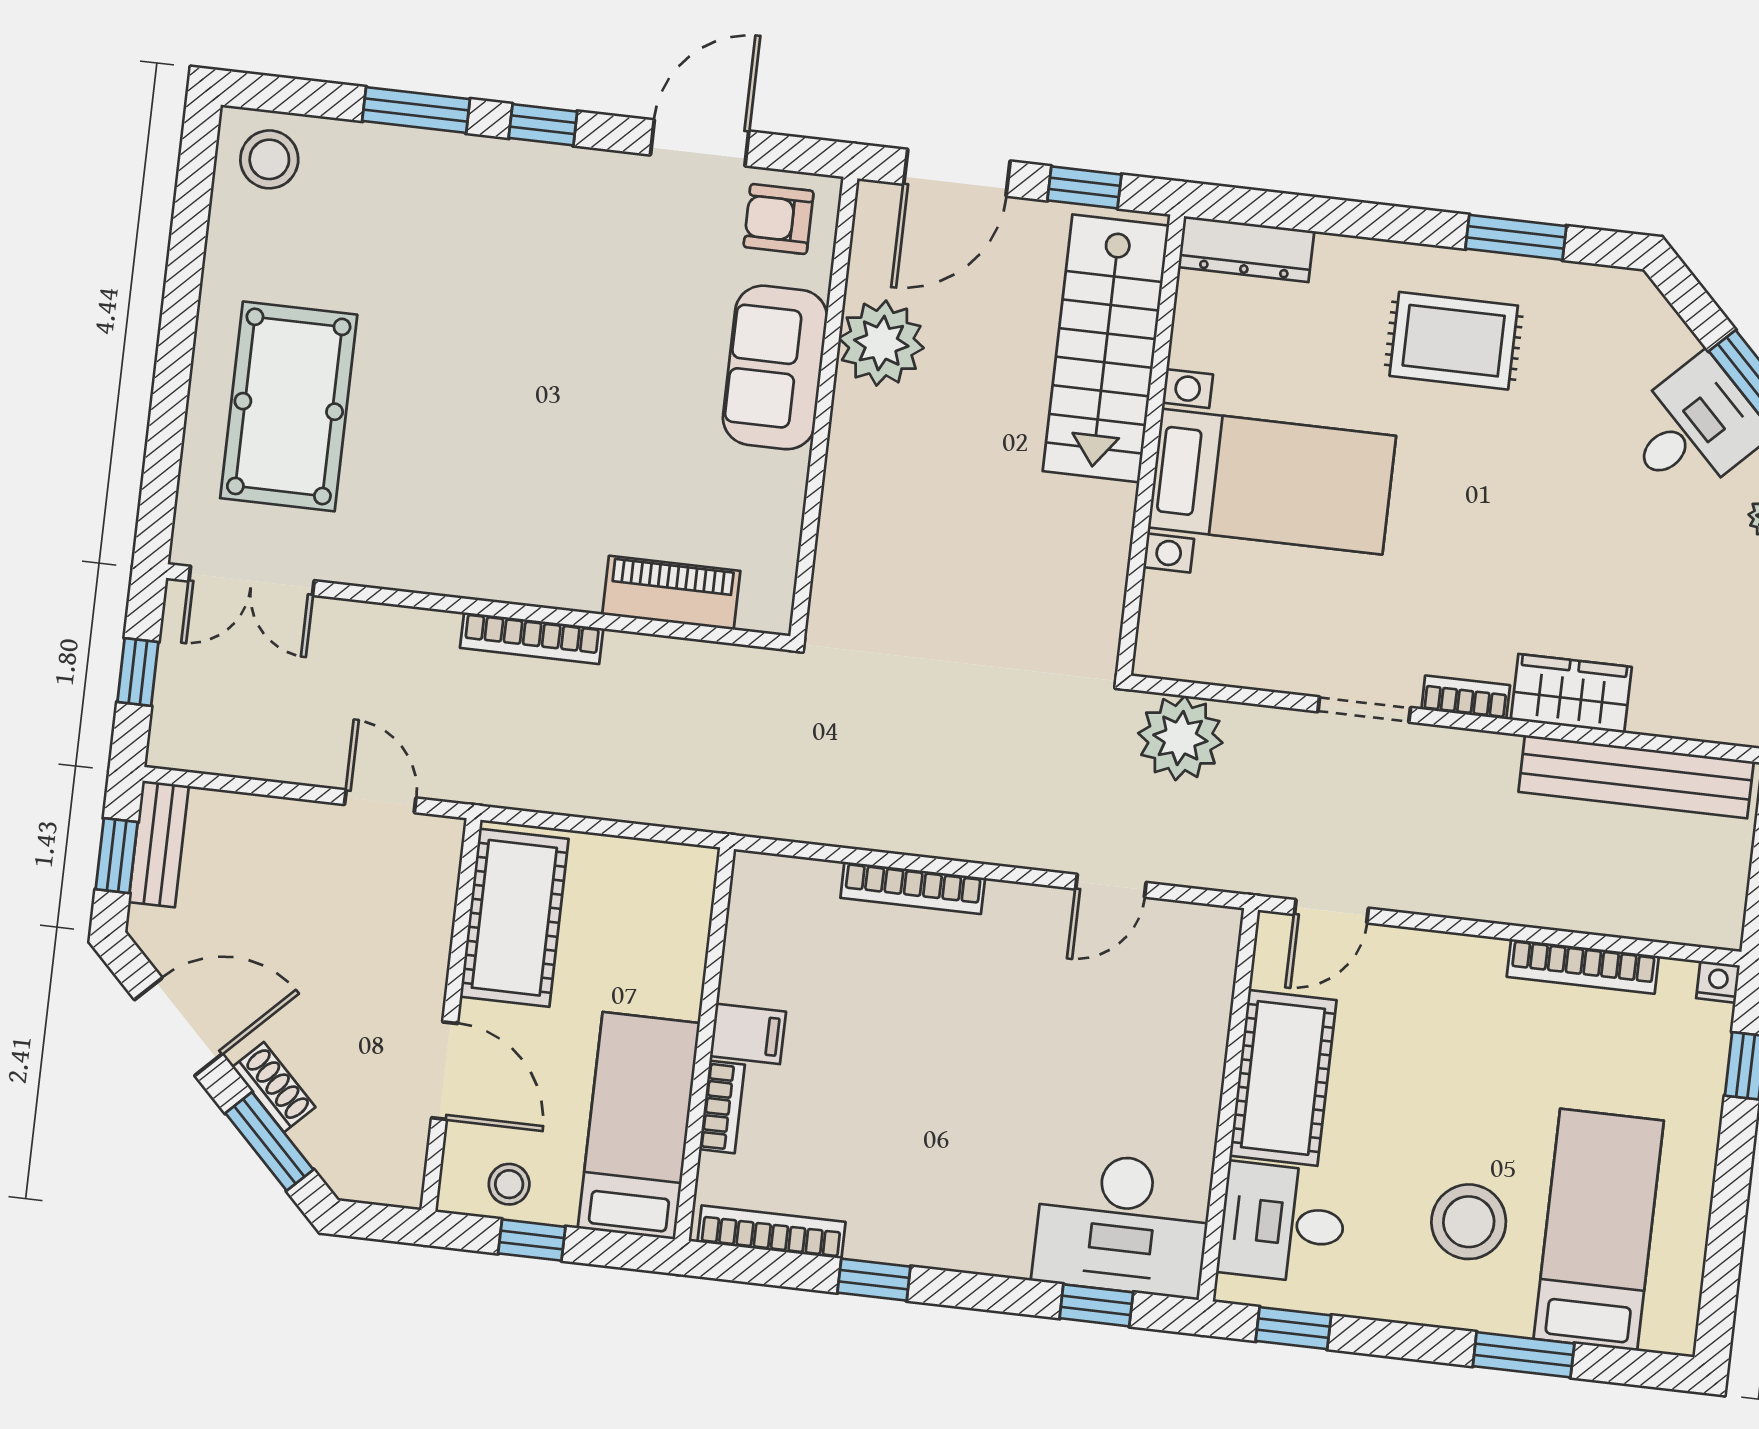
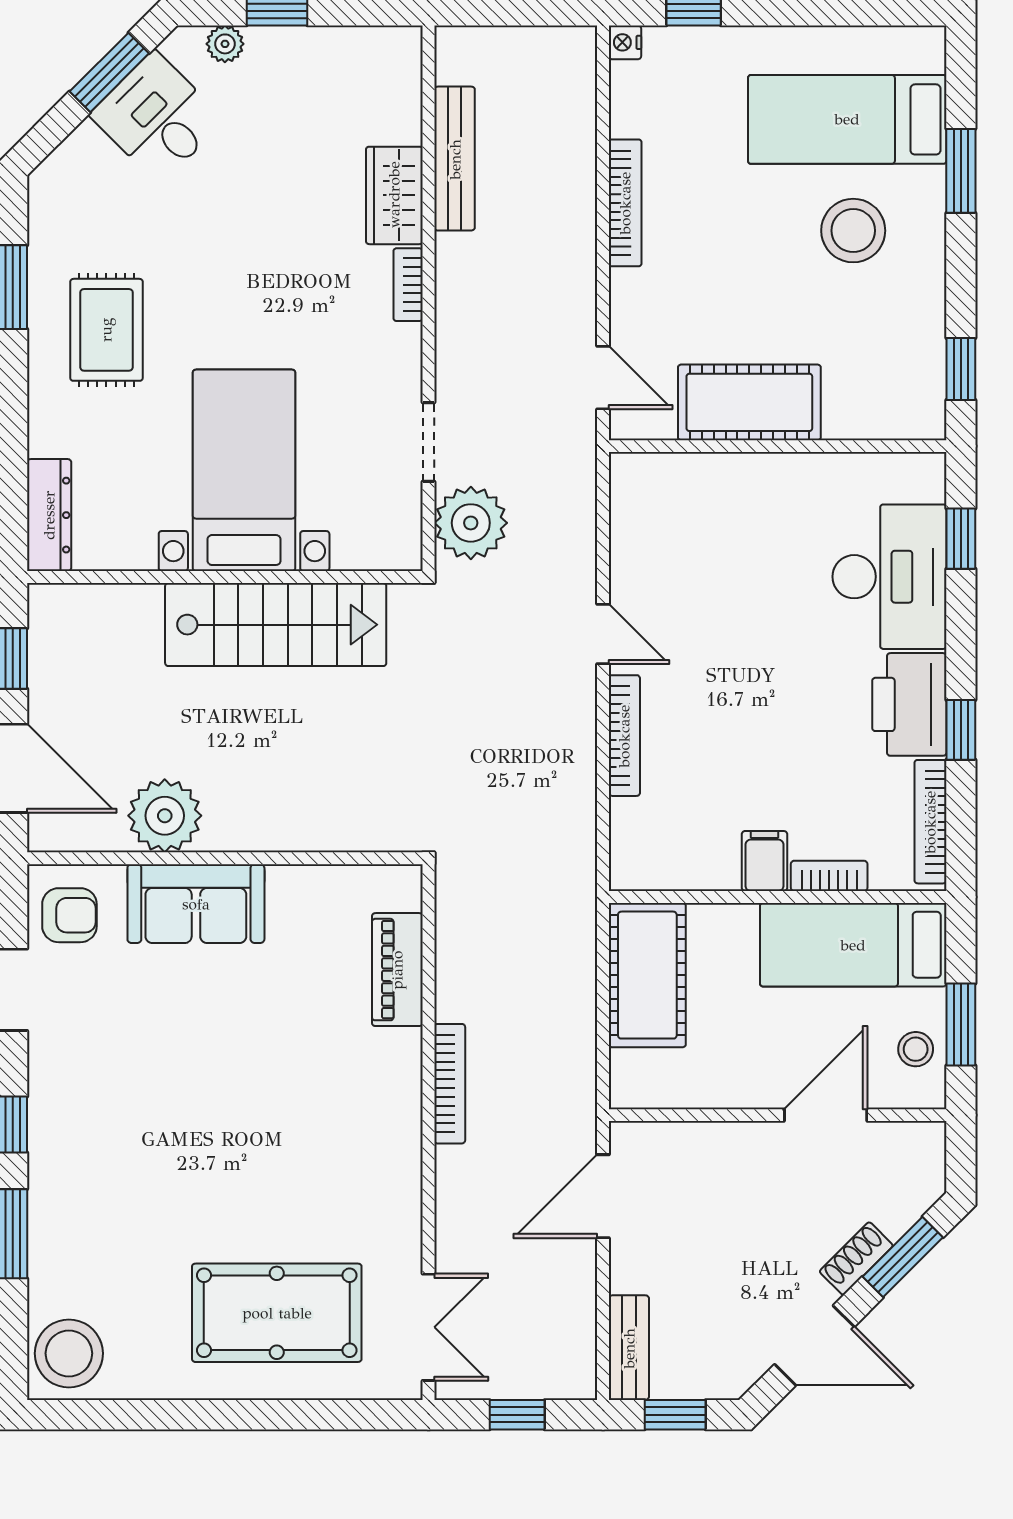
stool: (269, 159) -> (69, 1353), width x1.38, depth x1.38
armchair: (779, 219) -> (69, 915), turned -90
stairs: (1106, 348) -> (276, 625), moved
doorway: (1364, 710) -> (429, 442), moved
bench: (1636, 777) -> (455, 159), width x0.73, depth x0.82
door: (380, 801) -> (603, 1196), width x1.38
bench: (159, 844) -> (629, 1348), moved, turned 90
door: (1111, 886) -> (603, 634), moved
cot: (514, 918) -> (647, 975), moved, turned 90
bookcase: (1583, 966) -> (625, 203), moved
door: (178, 1027) -> (814, 1345), swing flipped
printer: (911, 1223) -> (909, 704), added
desk: (1282, 1223) -> (873, 389), removed
desk: (1122, 1224) -> (889, 577), moved
window: (532, 1240) -> (961, 1024), width x1.50

